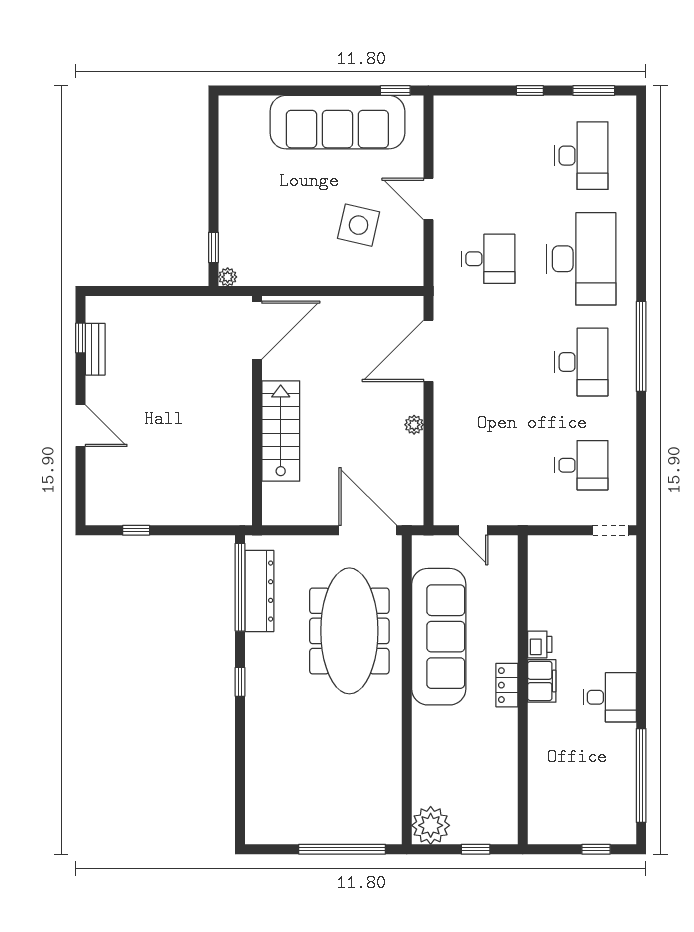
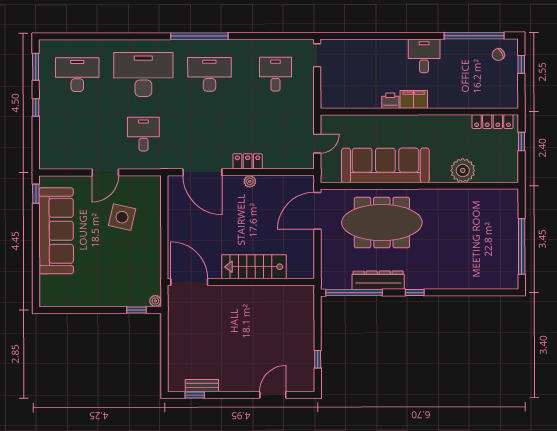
locker: (445, 421) -> (248, 161), added
door: (81, 426) -> (273, 395), moved
dresser: (259, 591) -> (378, 280), moved
locker: (507, 685) -> (493, 122), moved, width x1.53
chair: (612, 813) -> (498, 55), added
plant: (431, 825) -> (463, 170), moved
window: (342, 849) -> (522, 246), moved

